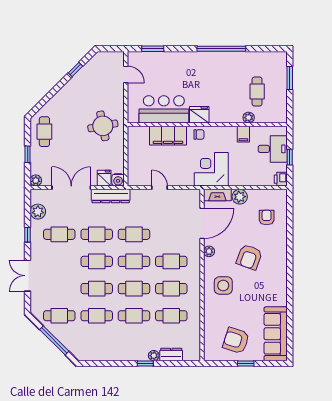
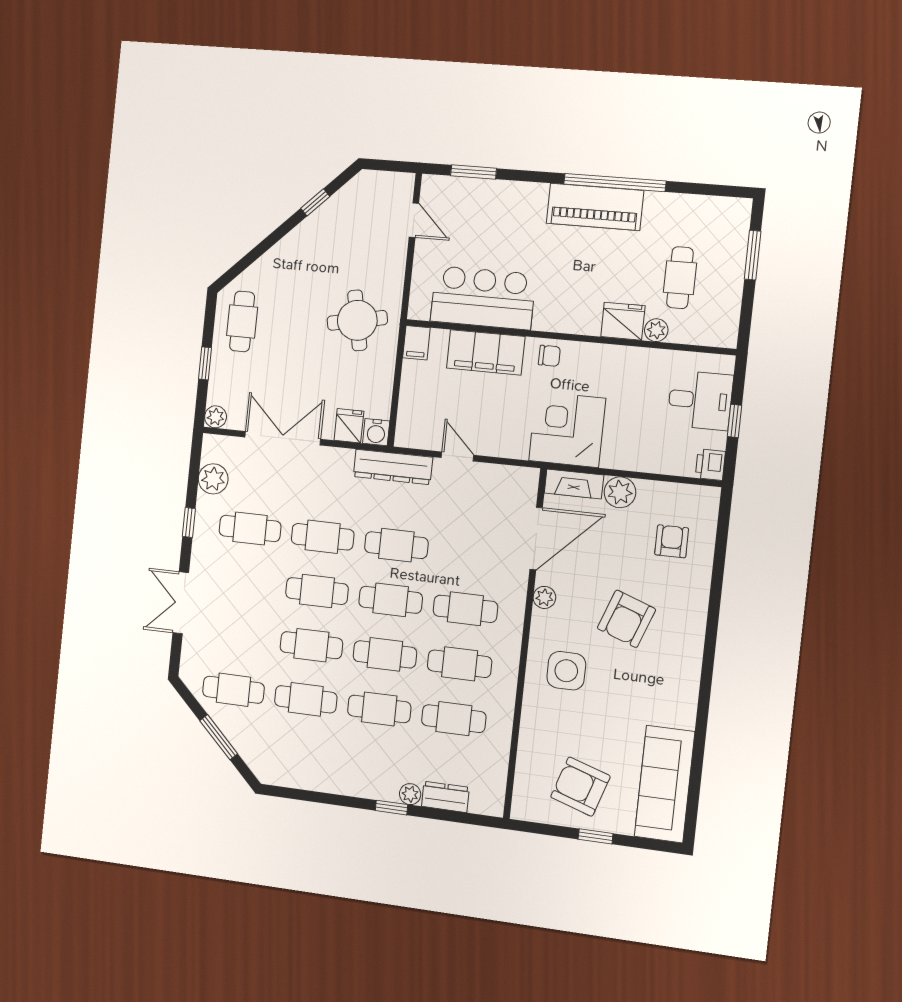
piano: (213, 61) -> (595, 207), added
fridge: (199, 115) -> (623, 321), moved
filing cabinet: (243, 134) -> (416, 343), moved
dresser: (111, 196) -> (393, 467), moved
window: (54, 340) -> (219, 737), width x0.69

